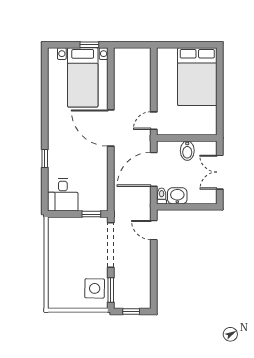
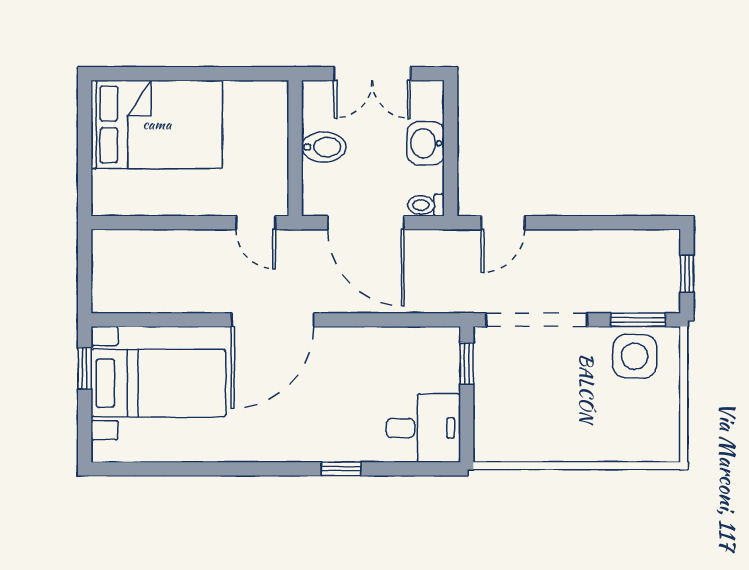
washbasin: (177, 196) -> (426, 143), moved

